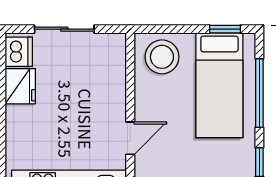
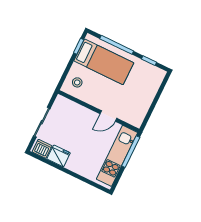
stool: (162, 57) -> (77, 82), width x0.53, depth x0.53
door: (130, 138) -> (108, 116), swing flipped

